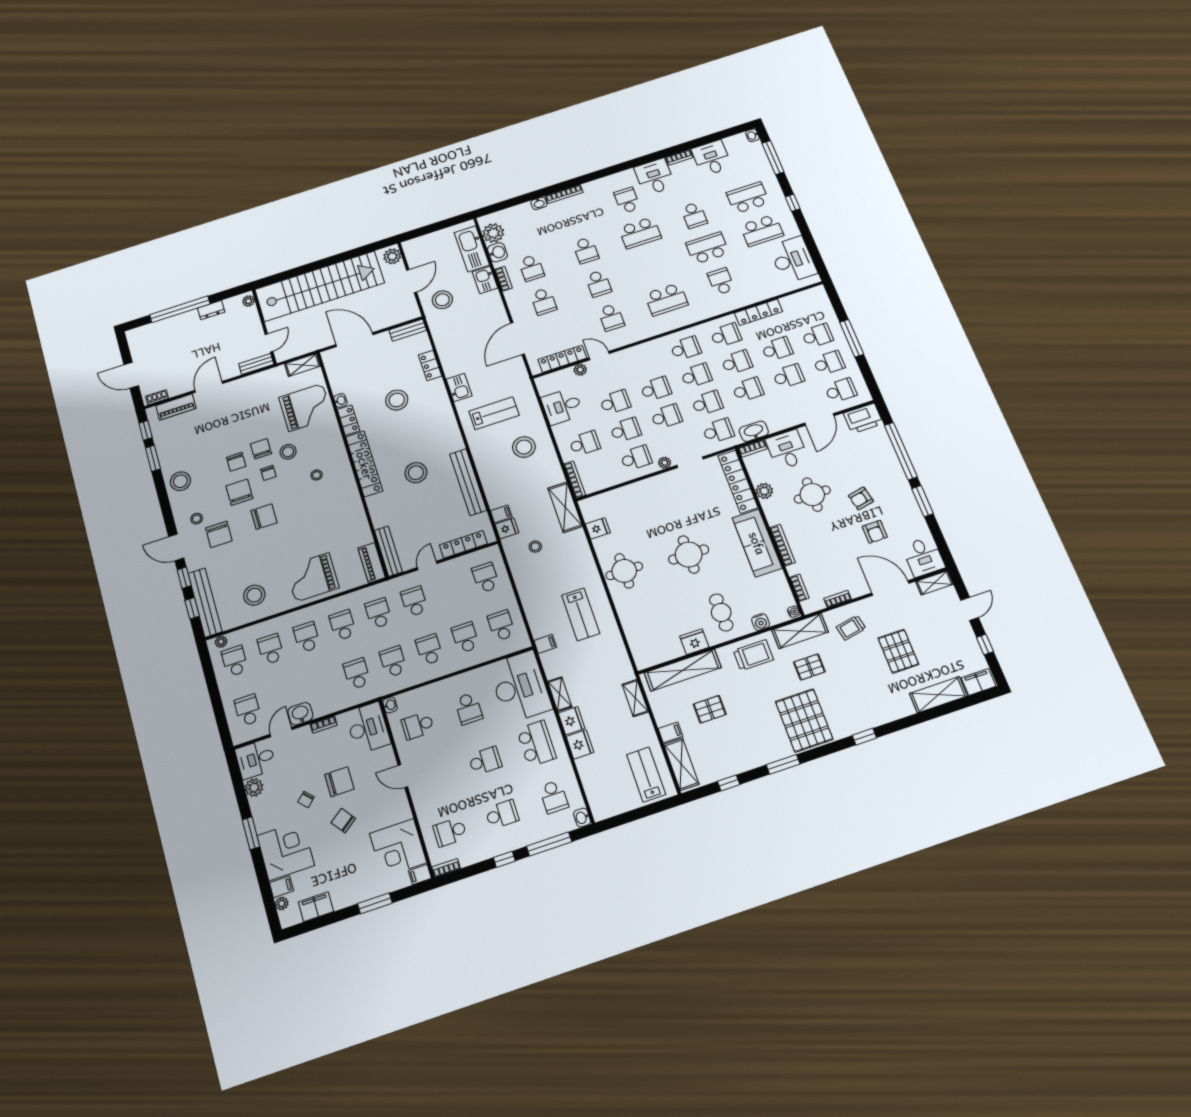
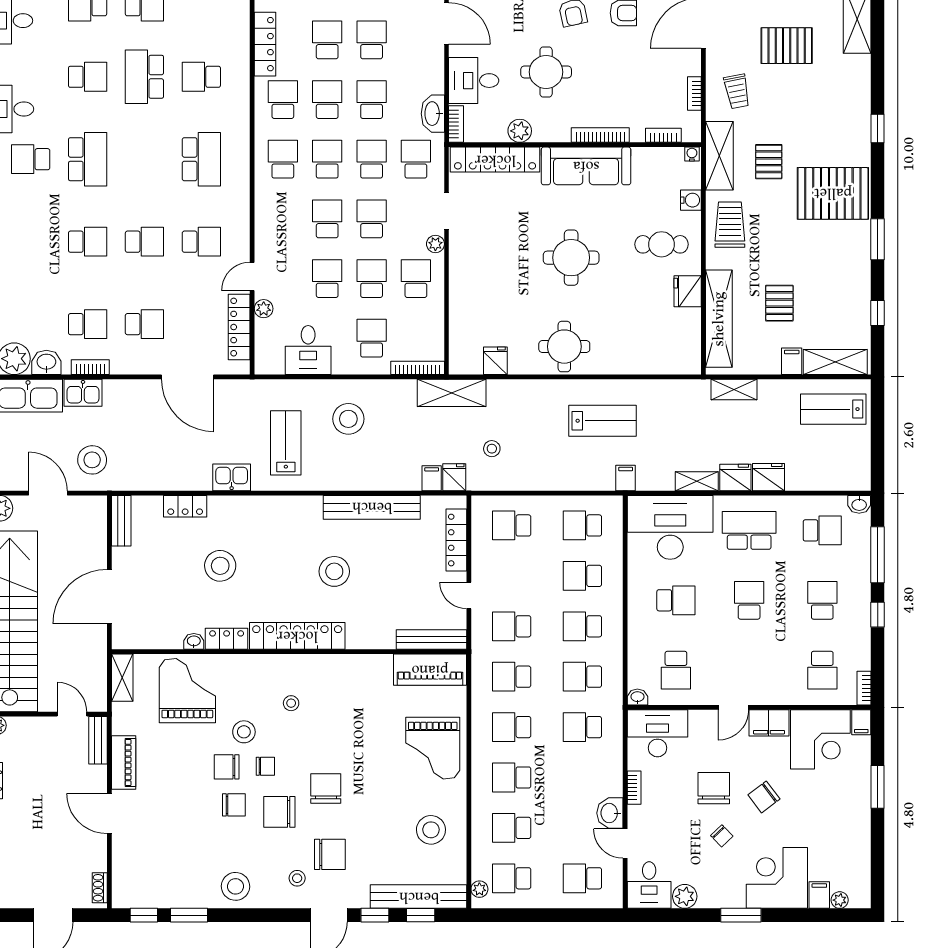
piano: (176, 407) -> (124, 763), moved
piano: (372, 563) -> (430, 670), width x1.37, depth x1.33
filing cabinet: (316, 907) -> (769, 723), moved, turned -90

